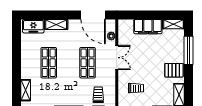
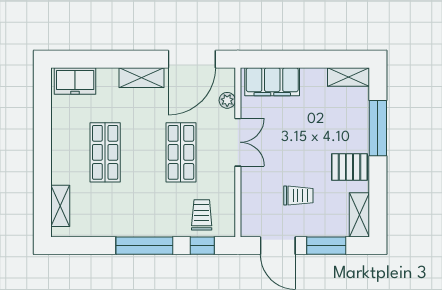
door: (93, 15) -> (192, 59), hinge flipped
shelving: (56, 24) -> (141, 78), moved
filing cabinet: (148, 27) -> (272, 82), moved
trolley: (136, 88) -> (298, 196), moved

